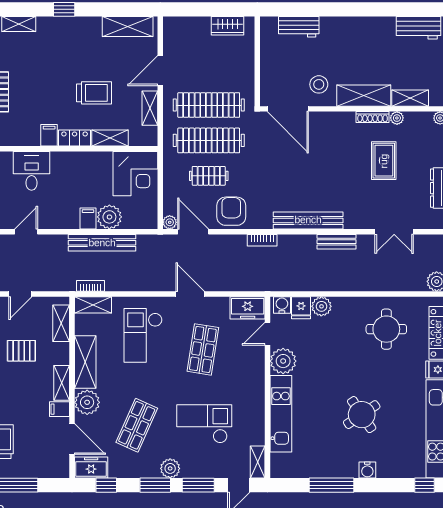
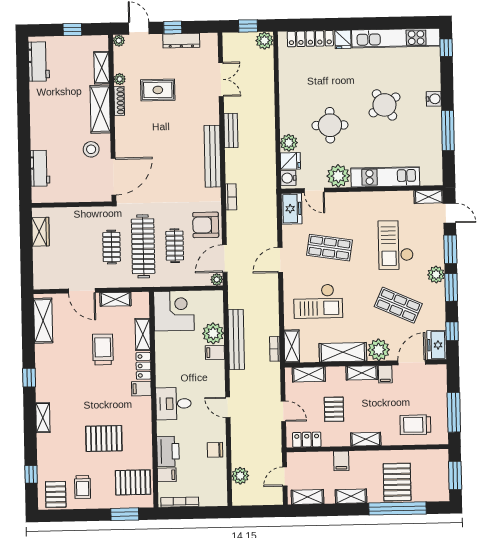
clothes rail: (209, 105) -> (112, 247), width x0.54, depth x0.76
round table: (386, 329) -> (330, 125), moved

